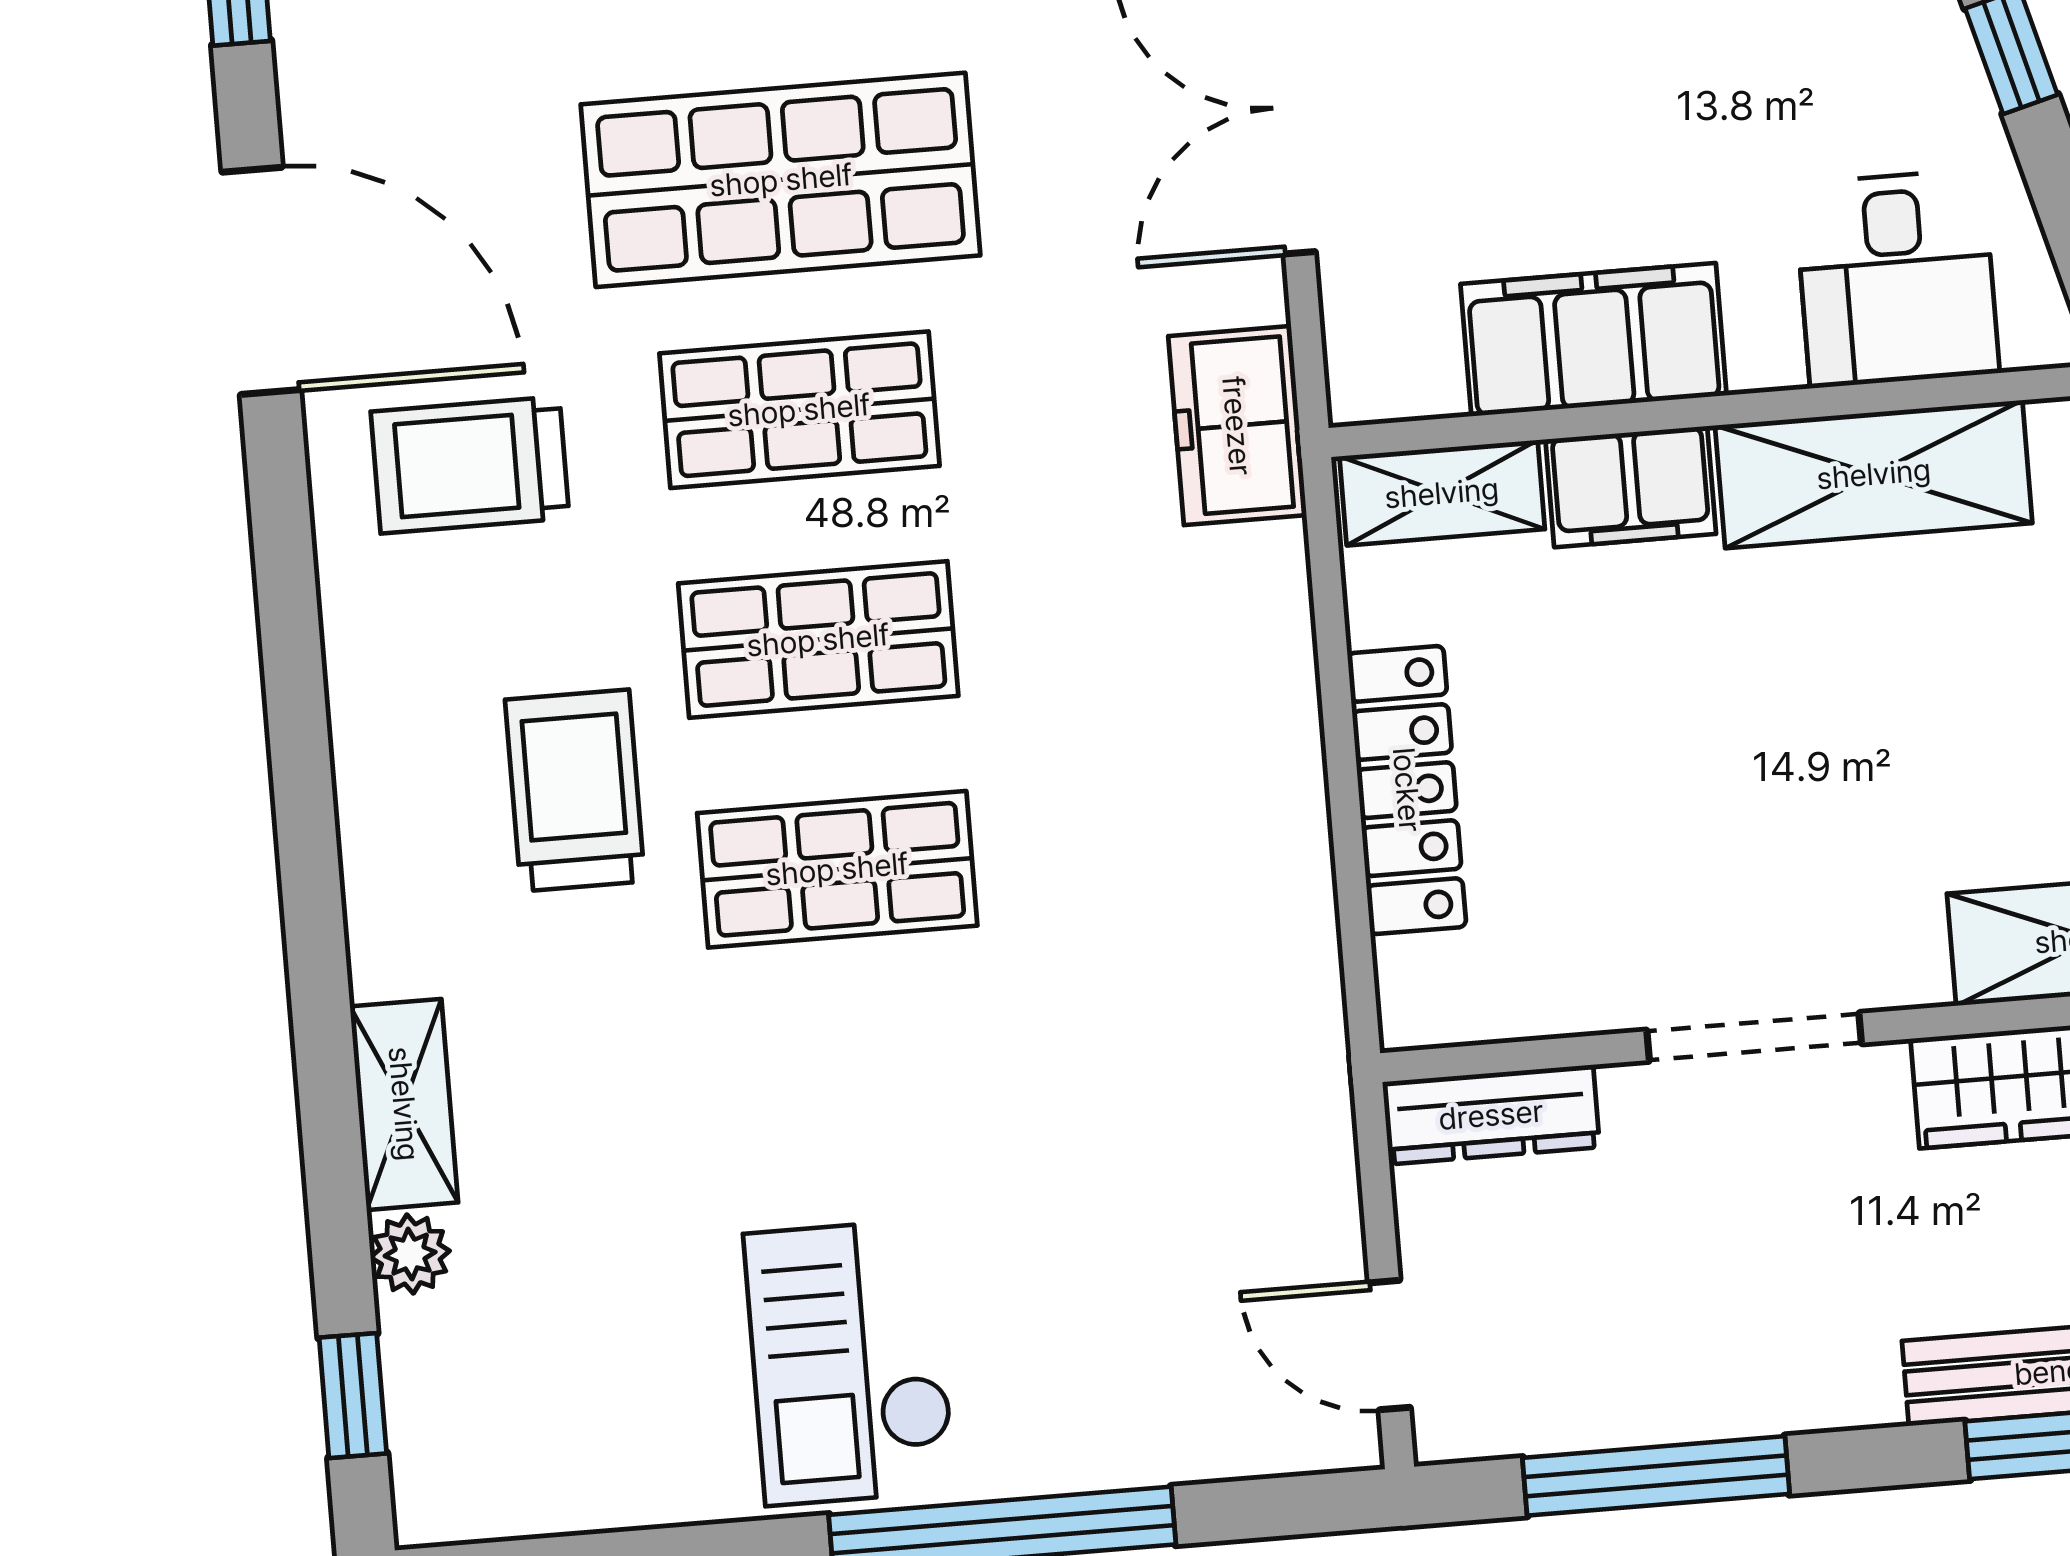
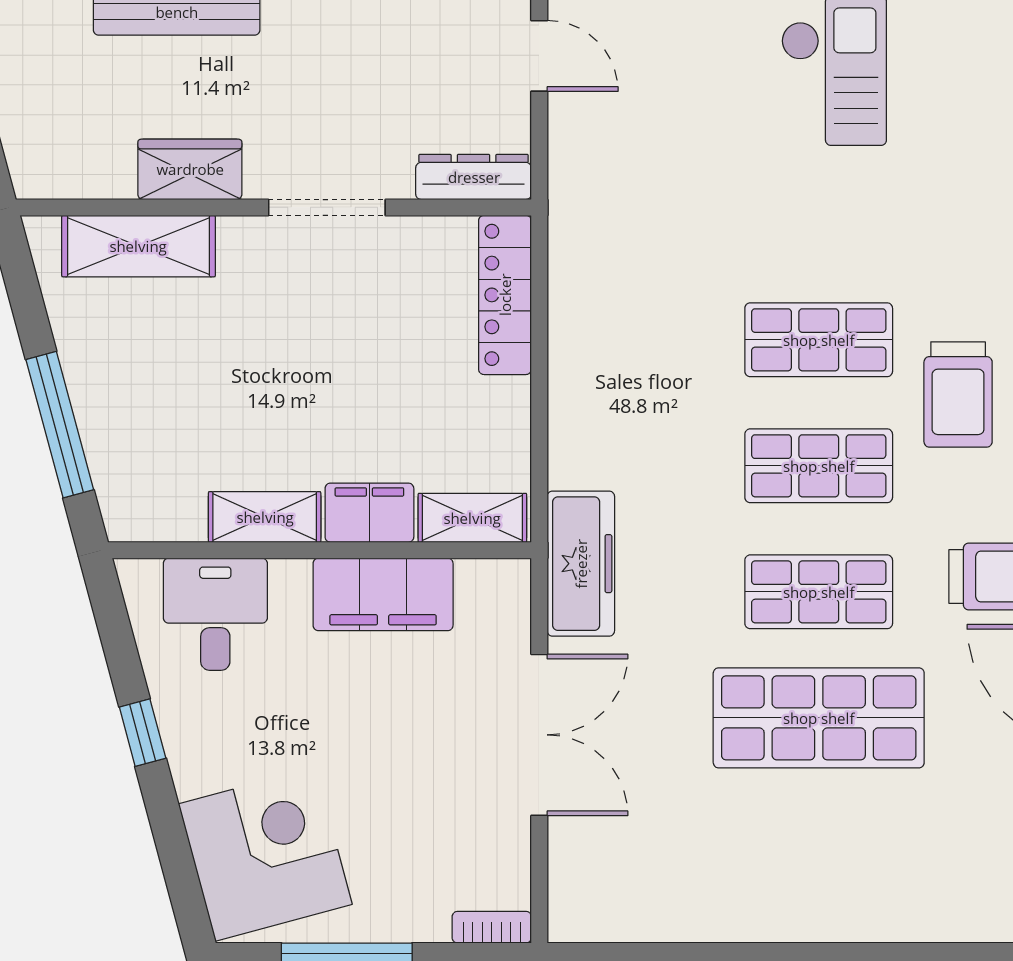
freezer: (1237, 426) -> (581, 564), width x1.40
shelving: (1874, 474) -> (265, 517), width x0.67, depth x0.75
locker: (1407, 790) -> (505, 295), moved

